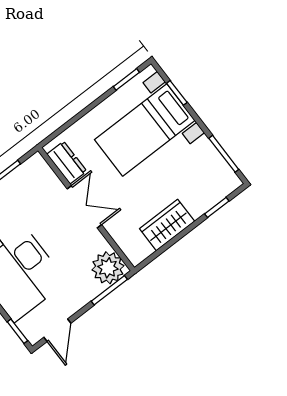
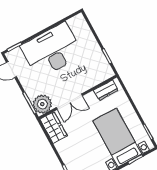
double door: (84, 207) -> (69, 102), moved
wardrobe: (167, 225) -> (54, 128), moved

